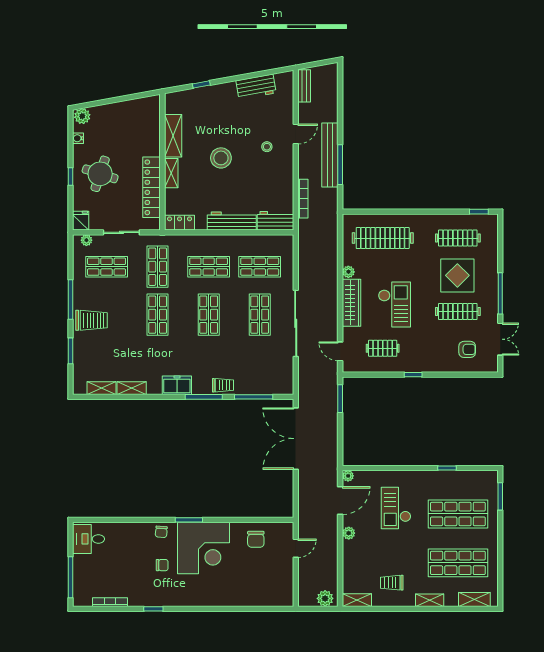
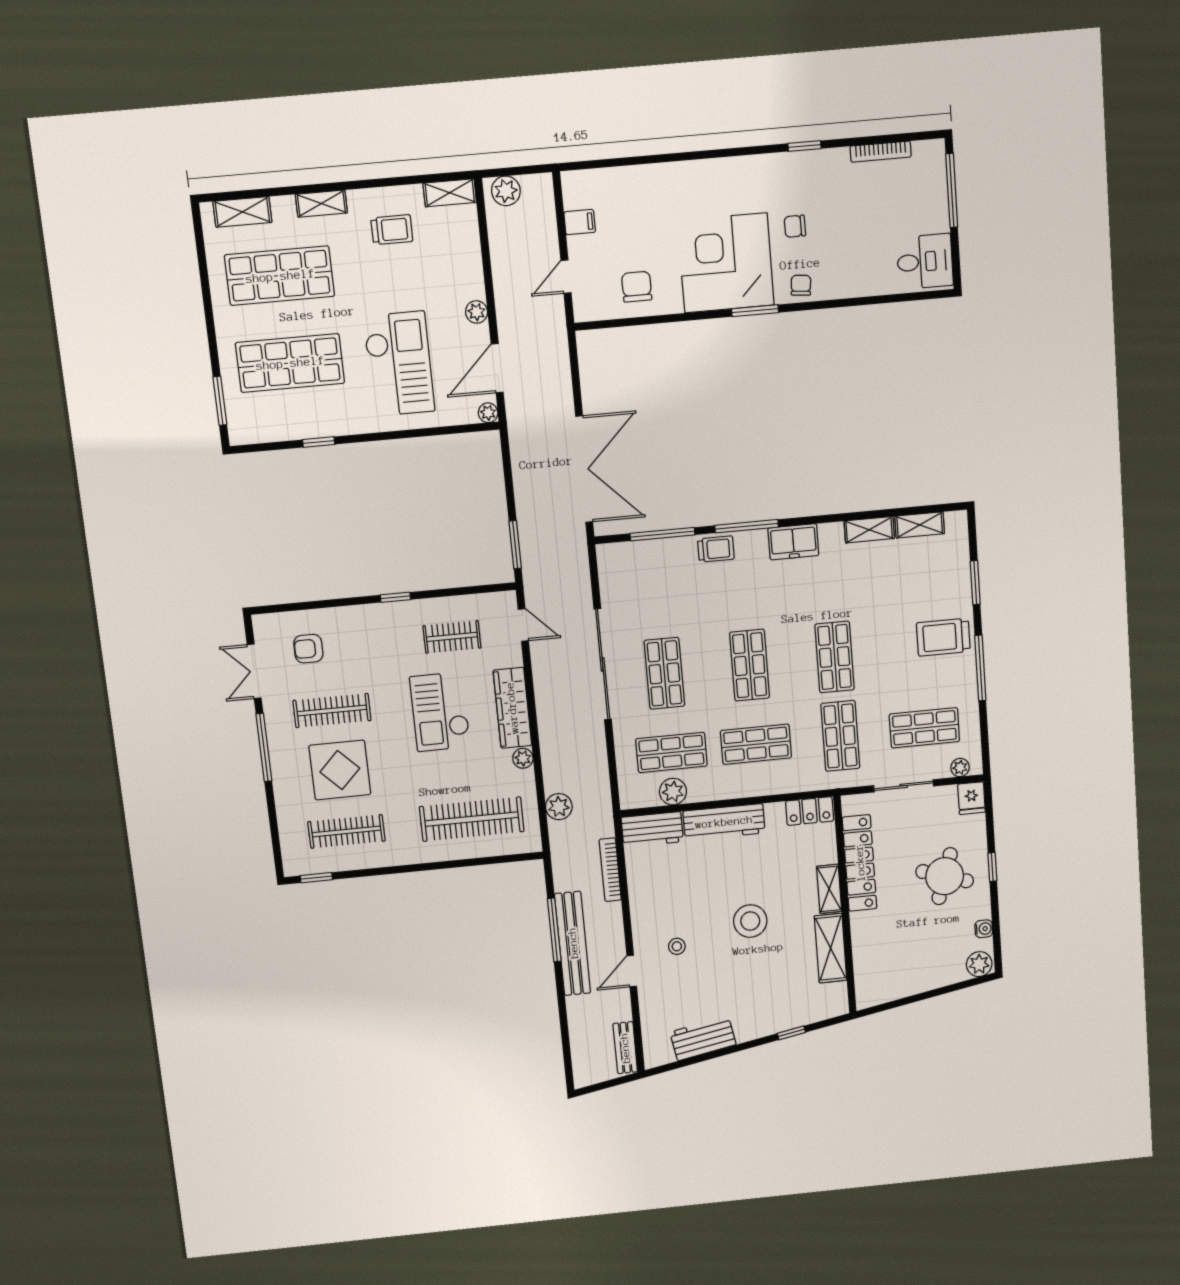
plant: (330, 240) -> (559, 807), added
plant: (261, 243) -> (673, 792), added
trolley: (223, 385) -> (716, 549), turned 180
checkout: (396, 508) -> (399, 364), width x1.36, depth x1.21
filing cabinet: (285, 578) -> (580, 222), added

